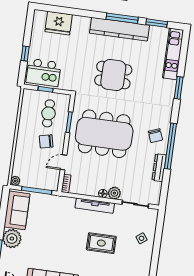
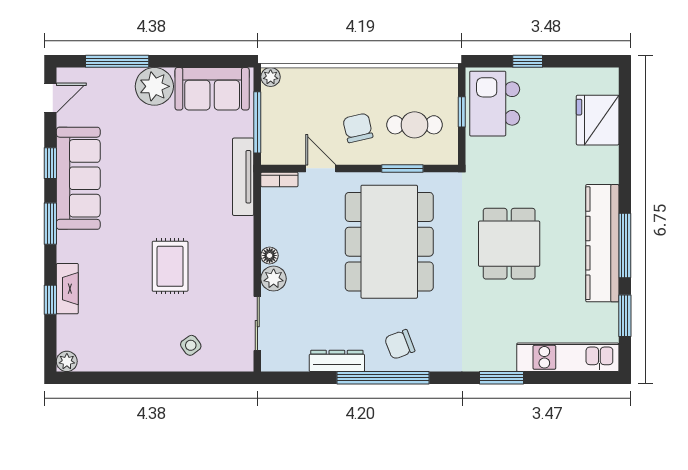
tv unit: (95, 206) -> (243, 177), moved

